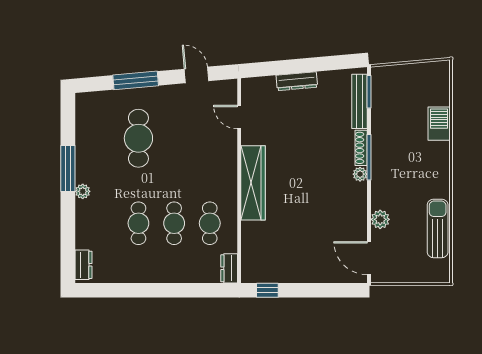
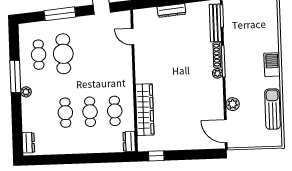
barbecue: (439, 124) -> (272, 65), moved
cafe table: (103, 138) -> (39, 55), added
wardrobe: (253, 183) -> (145, 110), moved

